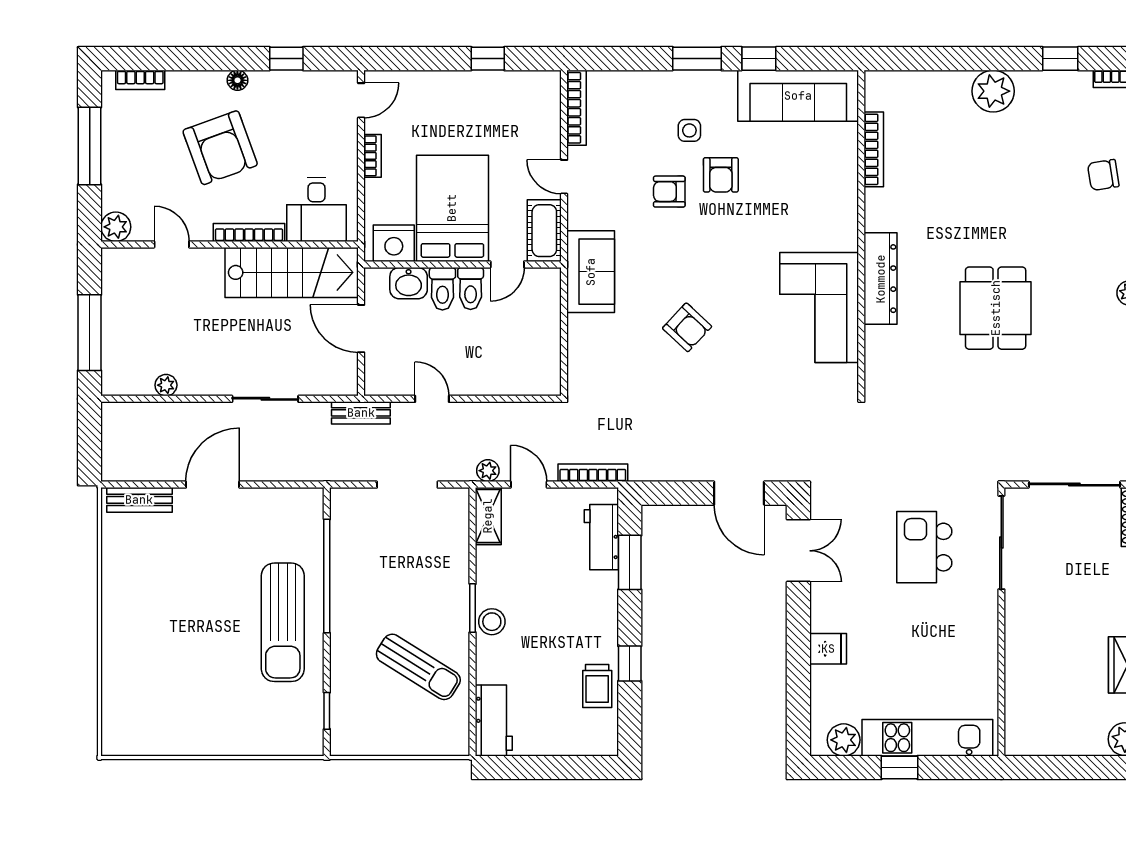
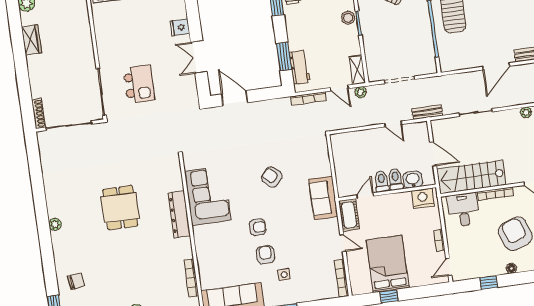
armchair: (669, 192) -> (258, 227), moved
bed: (452, 208) -> (388, 264), moved, turned 180
double door: (798, 551) -> (199, 57), moved

